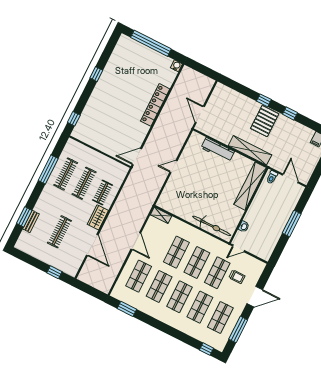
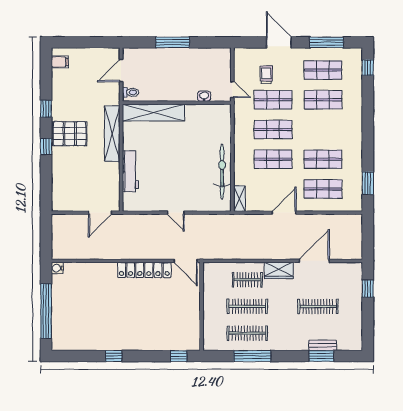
locker: (155, 105) -> (144, 270), moved
bicycle: (212, 226) -> (222, 172), moved
shop shelf: (179, 297) -> (323, 130), removed

